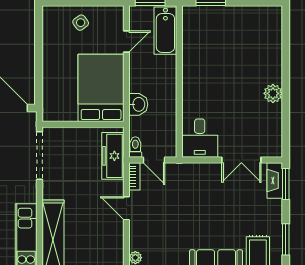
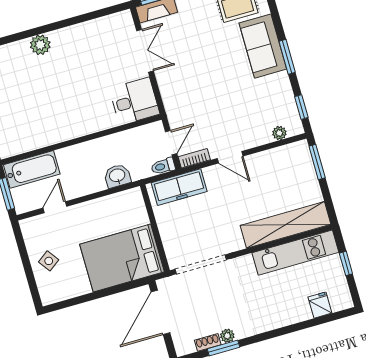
door: (126, 41) -> (55, 207), hinge flipped
bed: (101, 88) -> (122, 258), moved
plant: (273, 93) -> (40, 45), moved
door: (126, 208) -> (230, 157), hinge flipped

